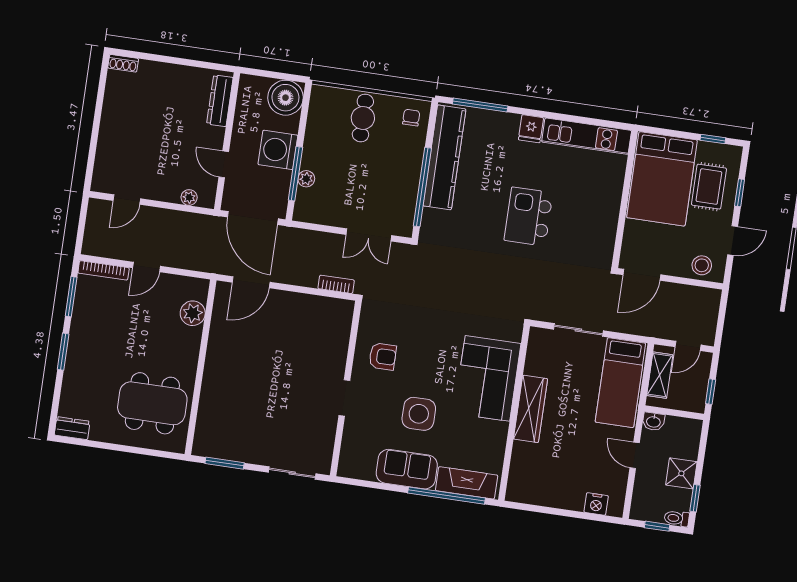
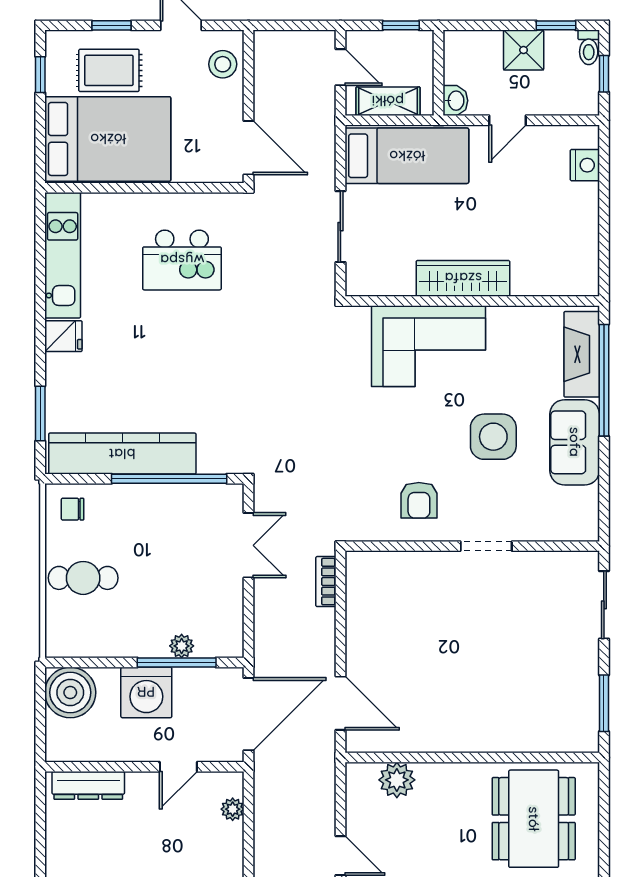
window: (480, 105) -> (40, 413), width x0.69
kitchen island: (528, 216) -> (182, 260), moved
armchair: (383, 356) -> (419, 500), turned 180

